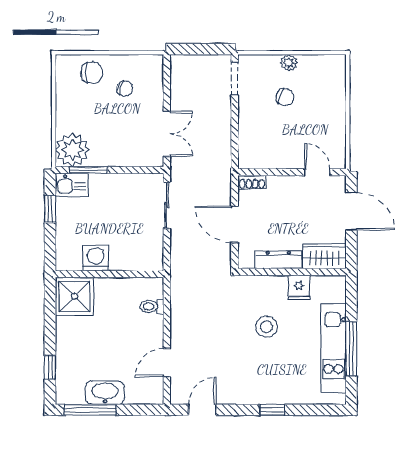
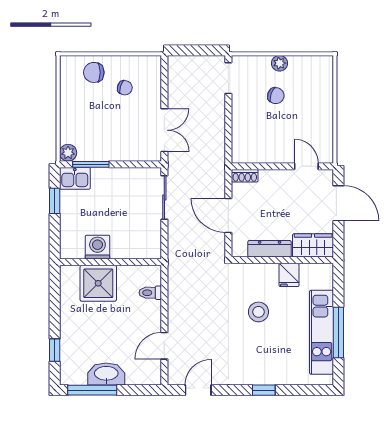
chair: (92, 73) -> (94, 72), turned 180
plant: (72, 150) -> (68, 153), width x0.53, depth x0.53
shower: (75, 296) -> (98, 283), moved

